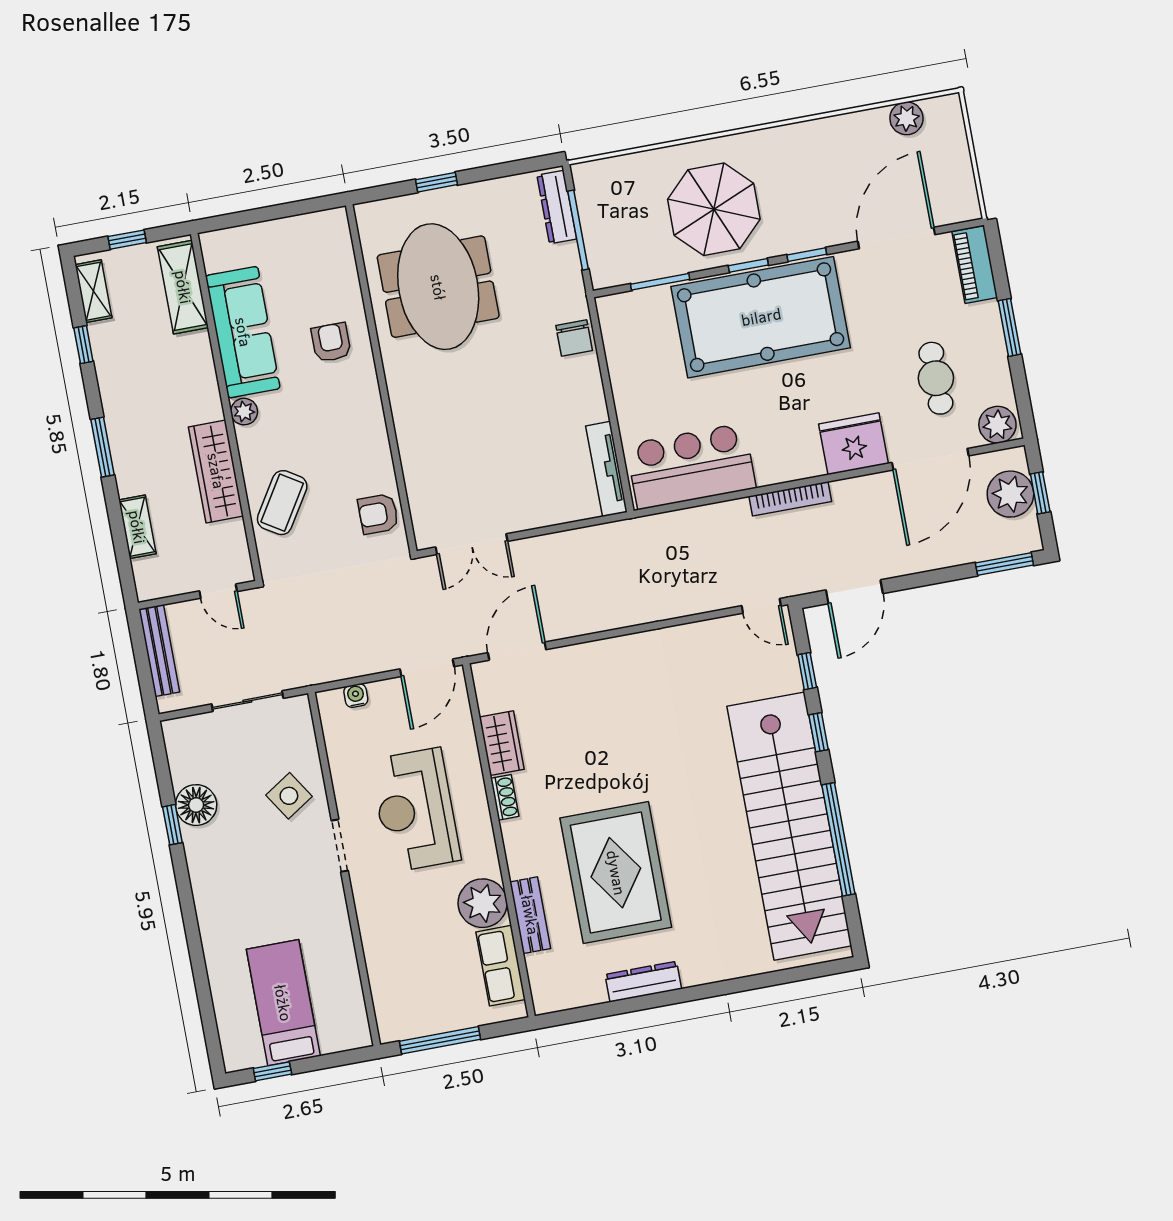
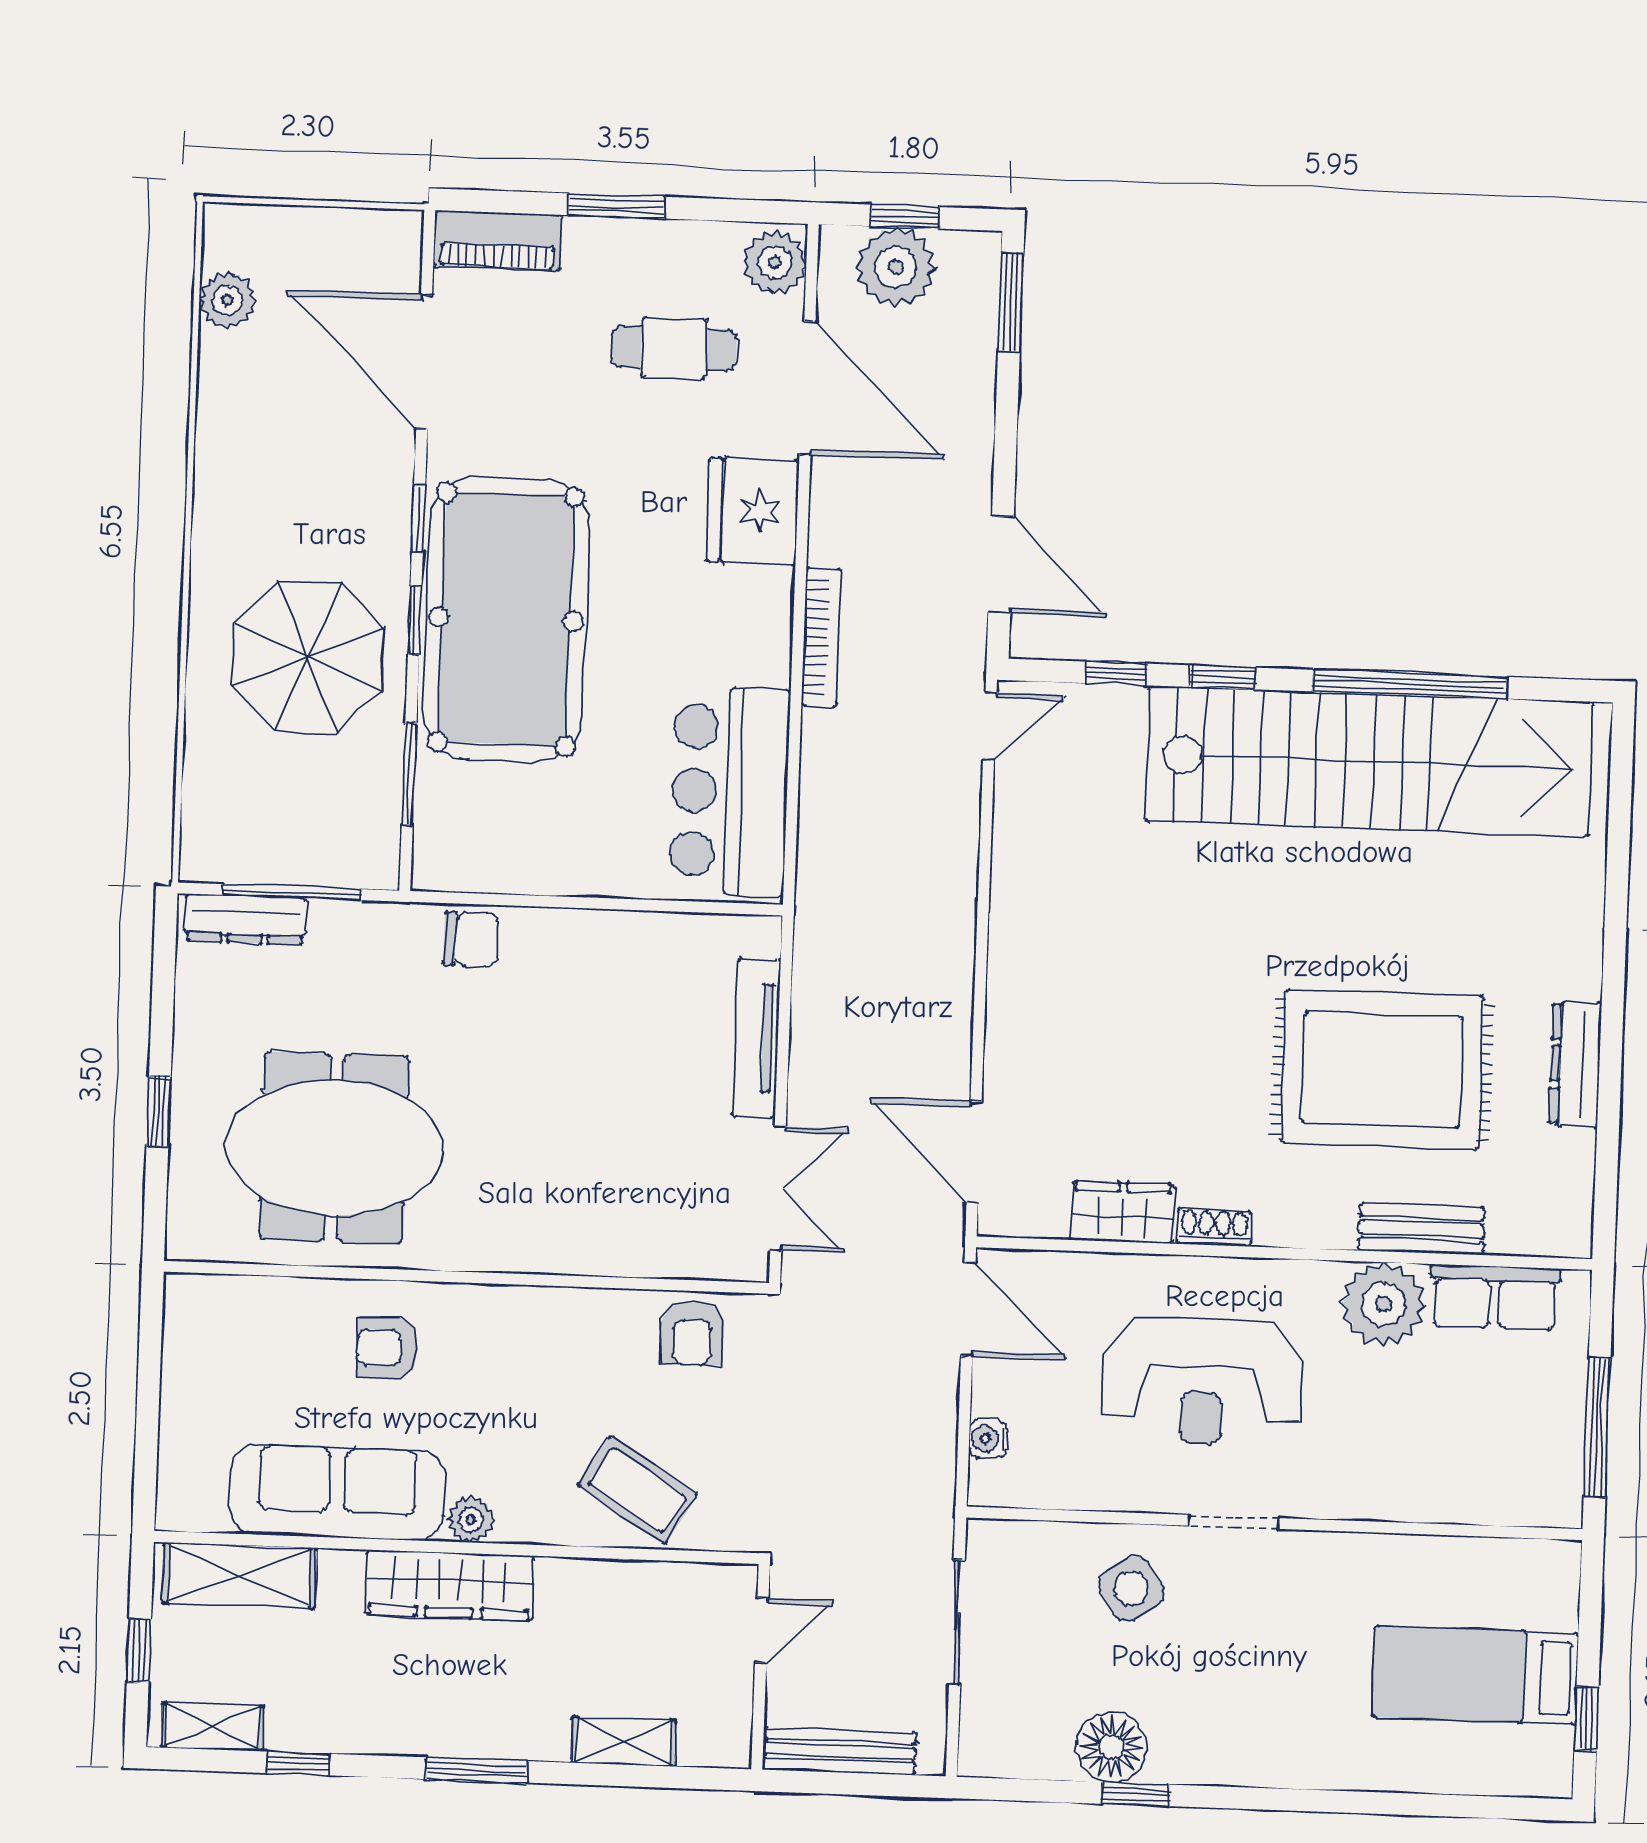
tv unit: (606, 469) -> (757, 1038), moved, turned 90
wardrobe: (216, 471) -> (450, 1585), moved

